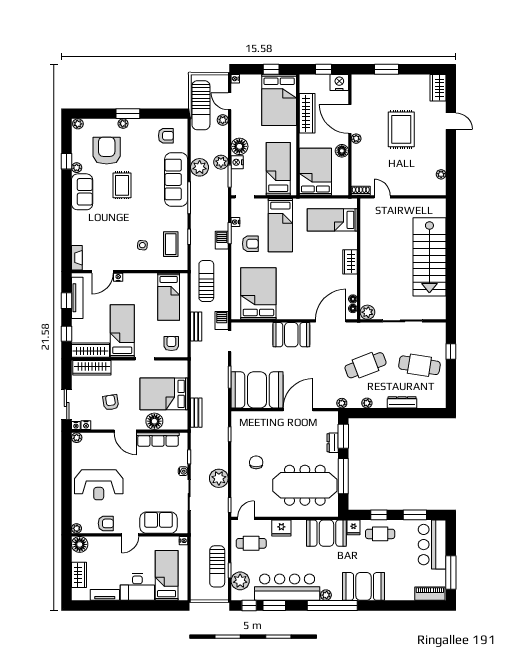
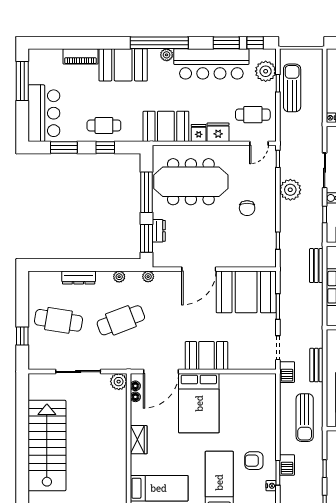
bed: (258, 294) -> (199, 403), moved
fridge: (353, 527) -> (199, 133), moved
piano: (430, 594) -> (80, 56), moved

